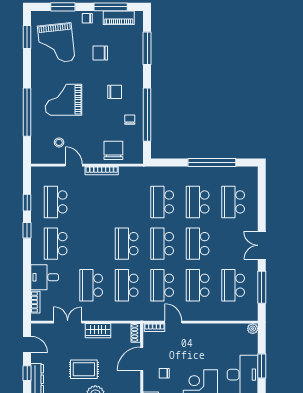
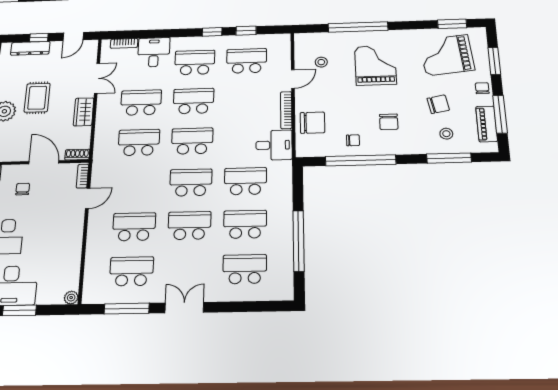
stool: (126, 49) -> (446, 134), added
chair: (100, 53) -> (438, 104), turned 79
desk: (132, 180) -> (274, 145), added
school desk: (162, 285) -> (194, 101), moved

